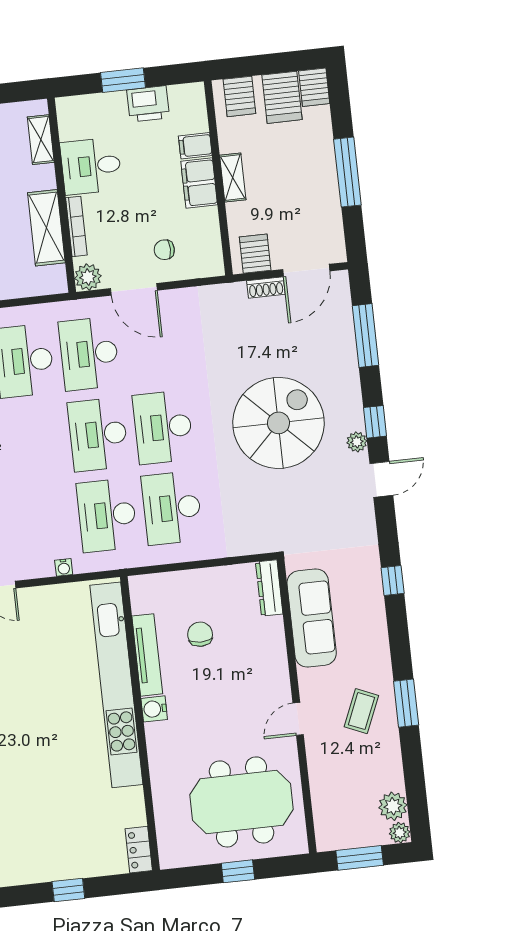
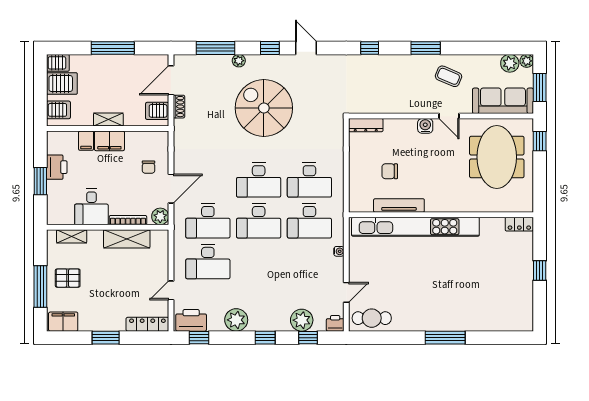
door: (306, 270) -> (171, 80), swing flipped
plant: (357, 442) -> (239, 61), moved
sofa: (312, 618) -> (503, 101), moved
window: (406, 703) -> (426, 48), moved
water cooler: (154, 709) -> (425, 126), moved, turned 180
window: (238, 871) -> (540, 141), moved

